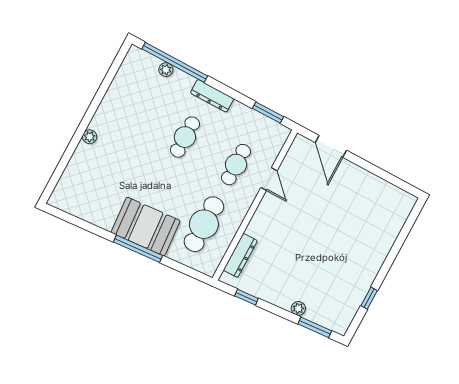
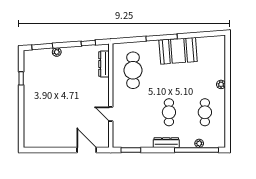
cafe table: (236, 165) -> (205, 112), moved
booth: (146, 227) -> (178, 51), moved

